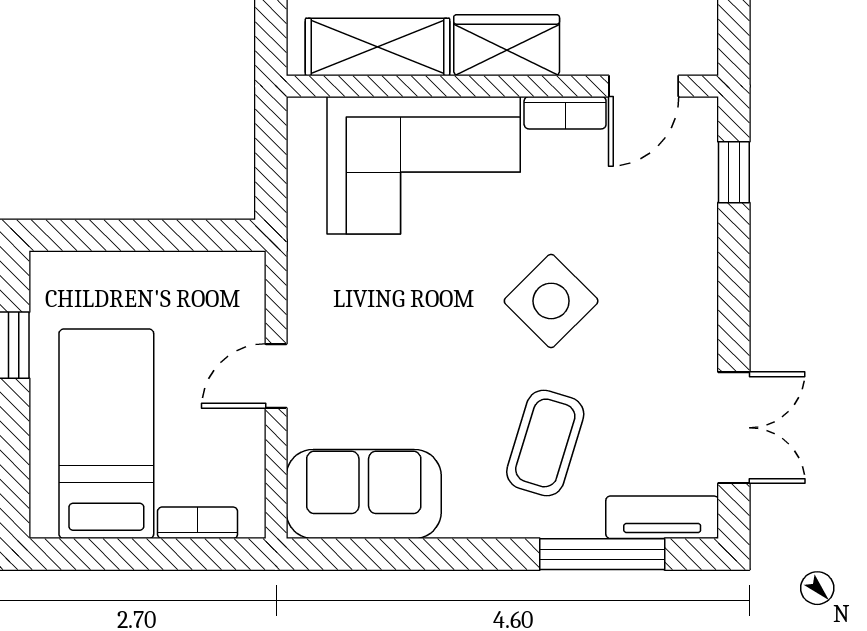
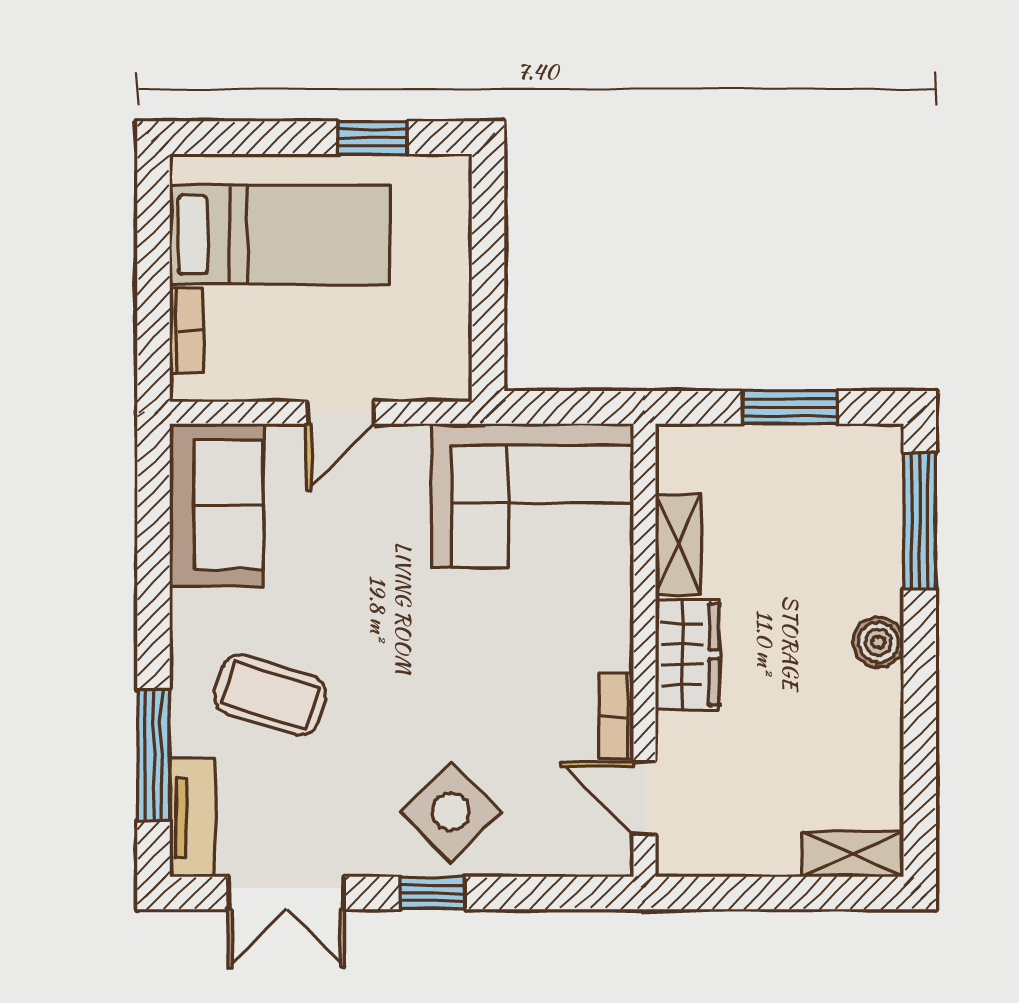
shelving: (378, 47) -> (678, 544), width x0.67, depth x0.75
corner sofa: (424, 165) -> (533, 496), moved, turned -90
window: (734, 172) -> (433, 893), moved
side table: (551, 301) -> (451, 812), moved
door: (276, 376) -> (341, 413), swing flipped

